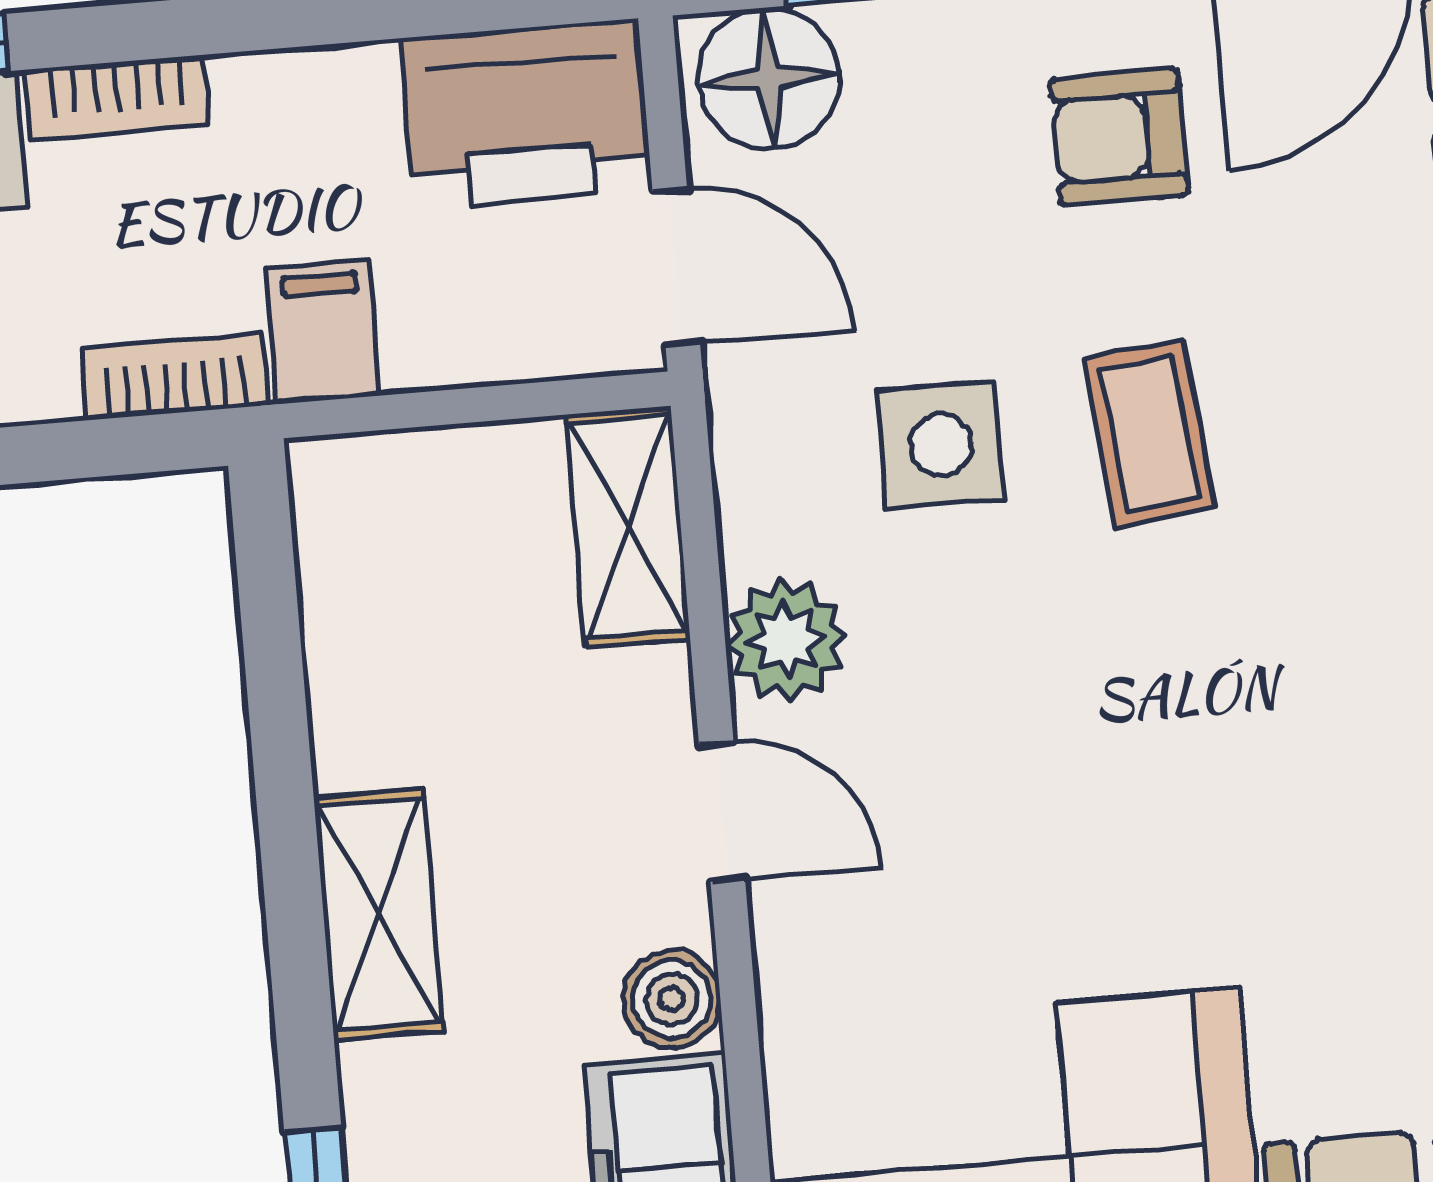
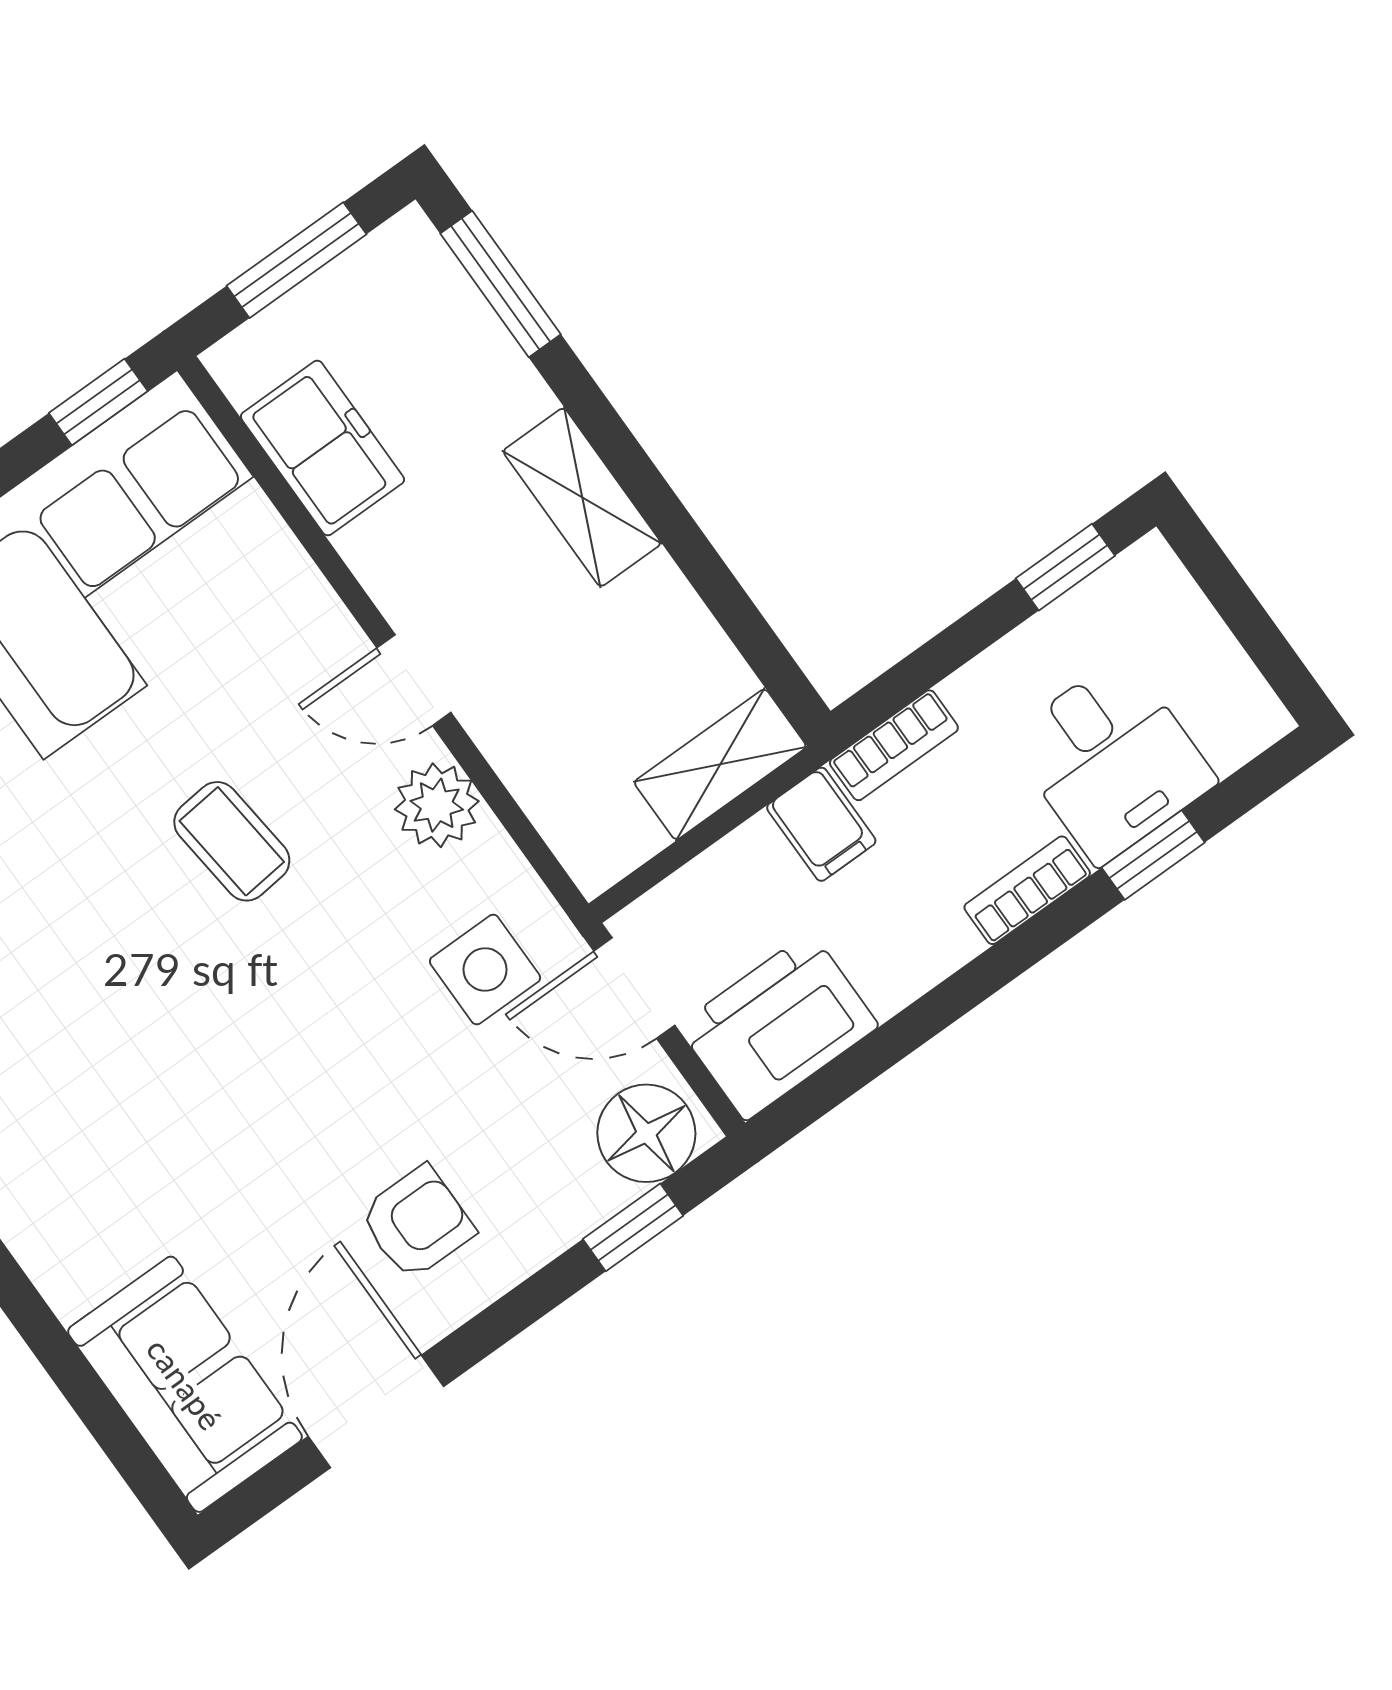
coffee table: (1150, 434) -> (232, 841), moved
side table: (940, 445) -> (485, 970), moved
shelving: (628, 527) -> (720, 764), moved, turned 90
boiler: (672, 999) -> (377, 551), removed

